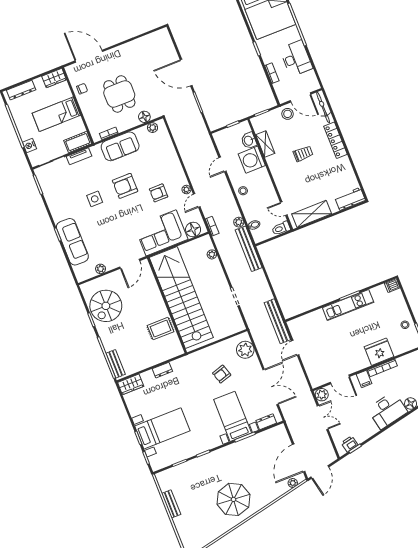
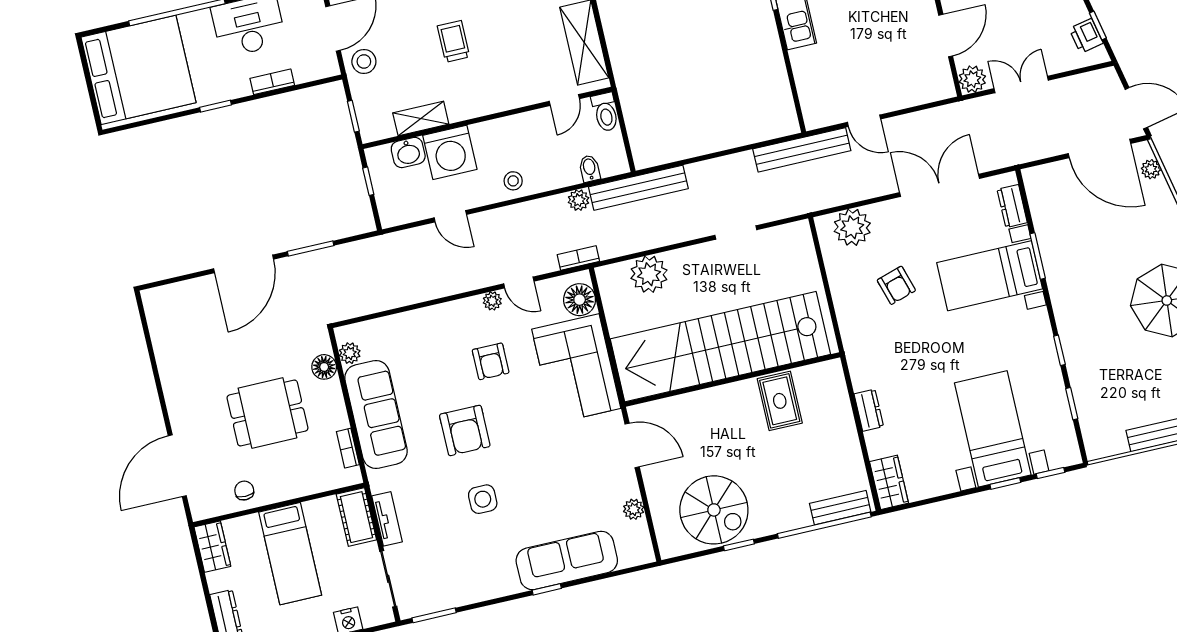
sofa: (120, 146) -> (376, 414), width x1.36
plant: (212, 254) -> (649, 274), width x1.88, depth x1.88

